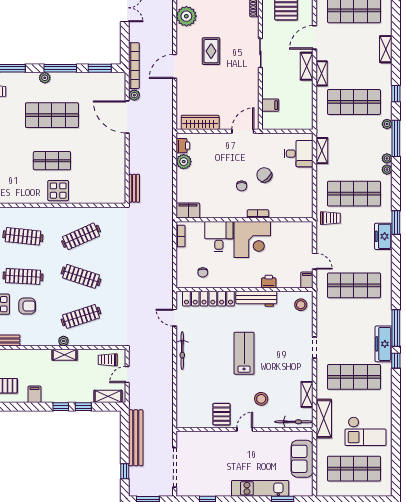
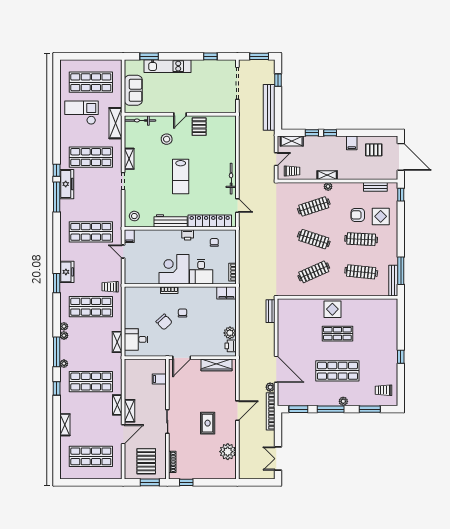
printer: (269, 282) -> (188, 235), moved
shelving: (307, 394) -> (129, 159), moved

